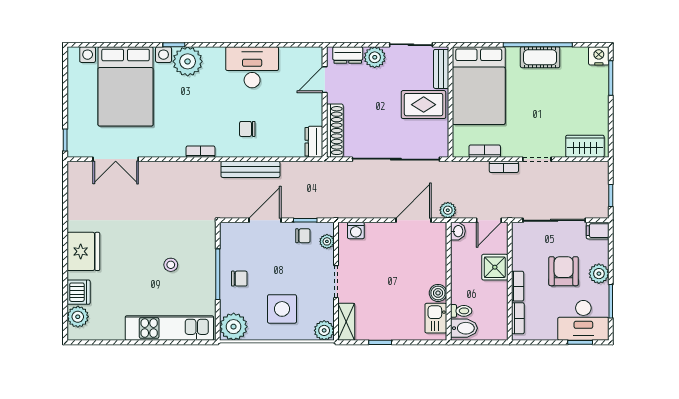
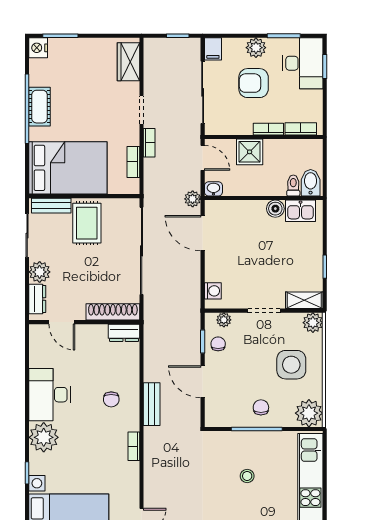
plant: (188, 61) -> (44, 437), moved
bench: (250, 169) -> (152, 404), width x0.73

